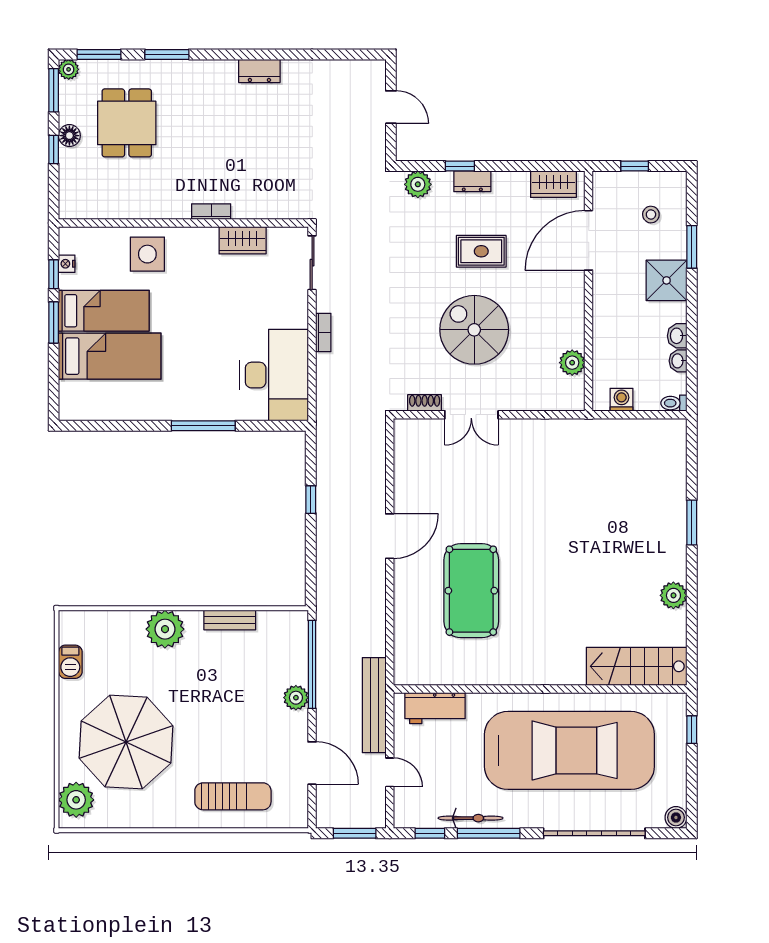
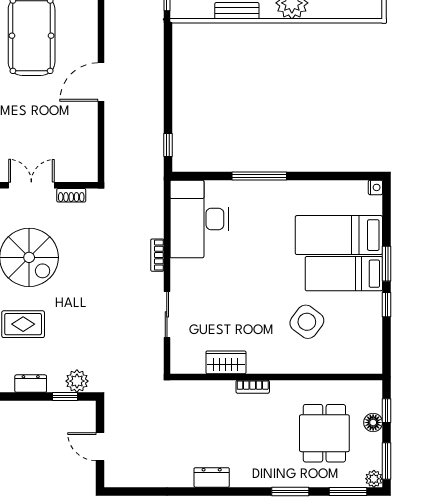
window: (460, 166) -> (65, 397), moved
bookcase: (211, 212) -> (253, 387), moved
wall: (183, 223) -> (276, 377), moved
wardrobe: (243, 240) -> (226, 362), moved
side table: (147, 254) -> (307, 322), turned 37
nightstand: (67, 264) -> (375, 187), moved
window: (311, 500) -> (168, 145), moved

